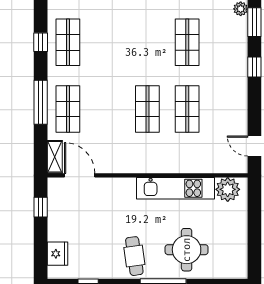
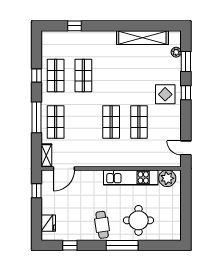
shop shelf: (187, 42) -> (83, 75), moved
display table: (225, 69) -> (165, 94), added
door: (80, 175) -> (64, 168), swing flipped

